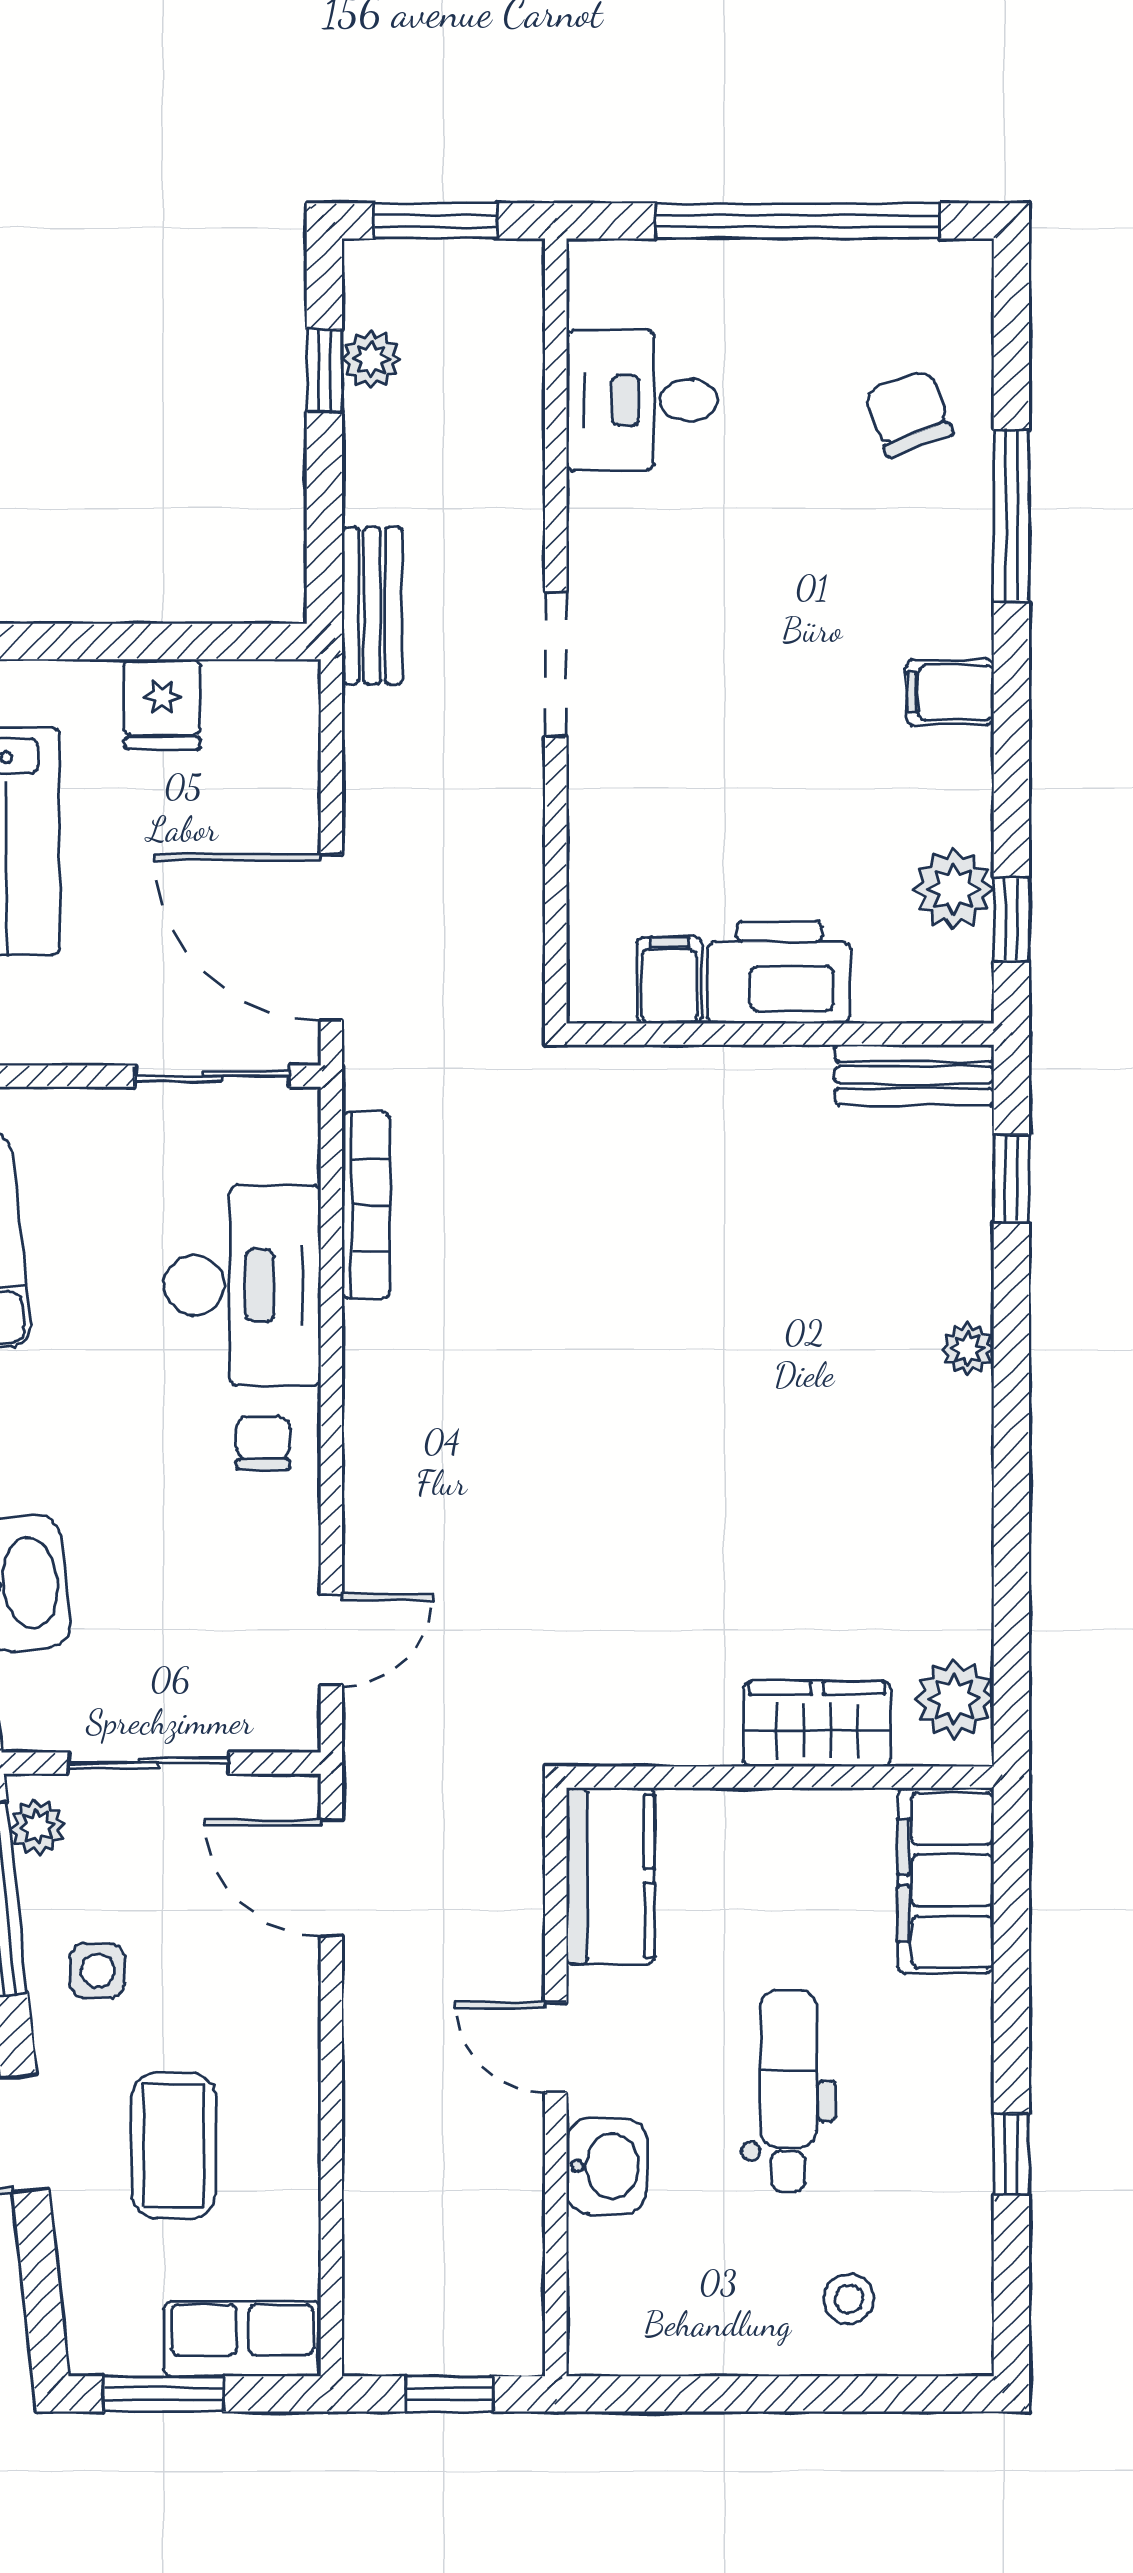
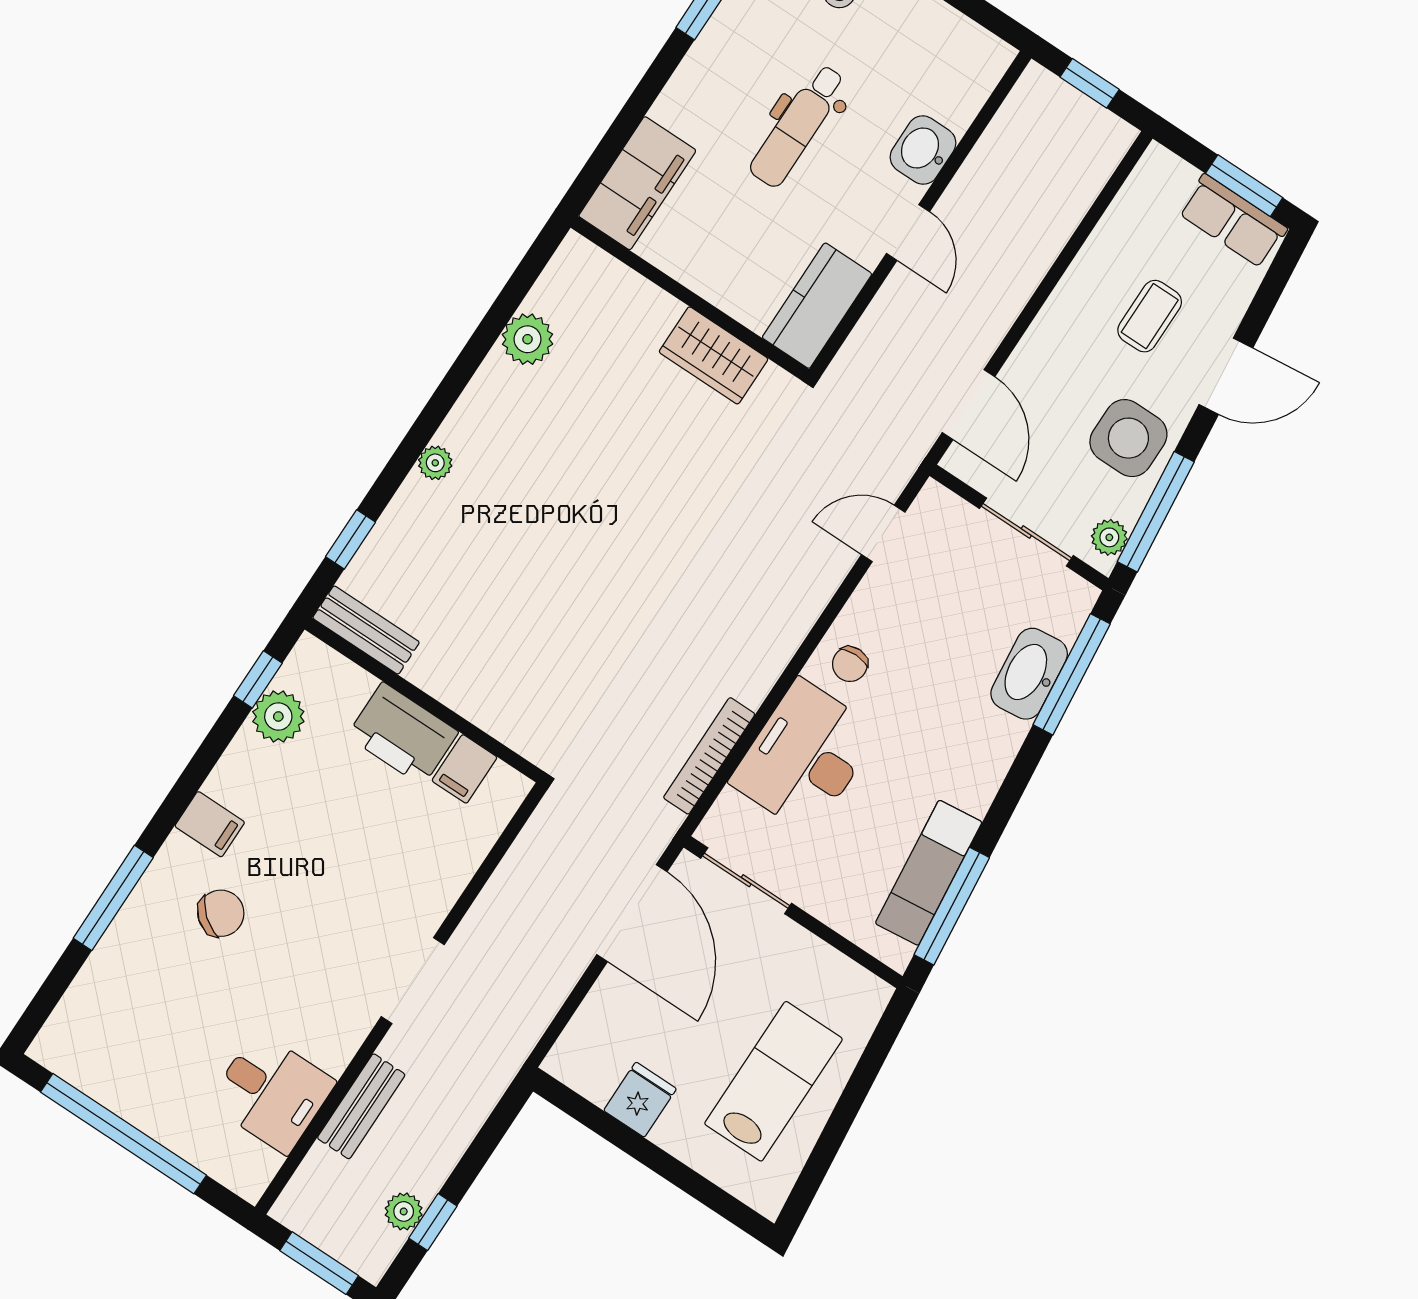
chair: (908, 414) -> (221, 913), moved, turned -121
bench: (372, 606) -> (361, 1106), moved
plant: (954, 1699) -> (528, 339), moved
wardrobe: (817, 1724) -> (713, 355), moved
side table: (97, 1971) -> (1128, 438), width x1.87, depth x1.87
coffee table: (174, 2146) -> (1150, 316), width x0.73, depth x0.77
row of seats: (242, 2339) -> (1233, 221), moved

